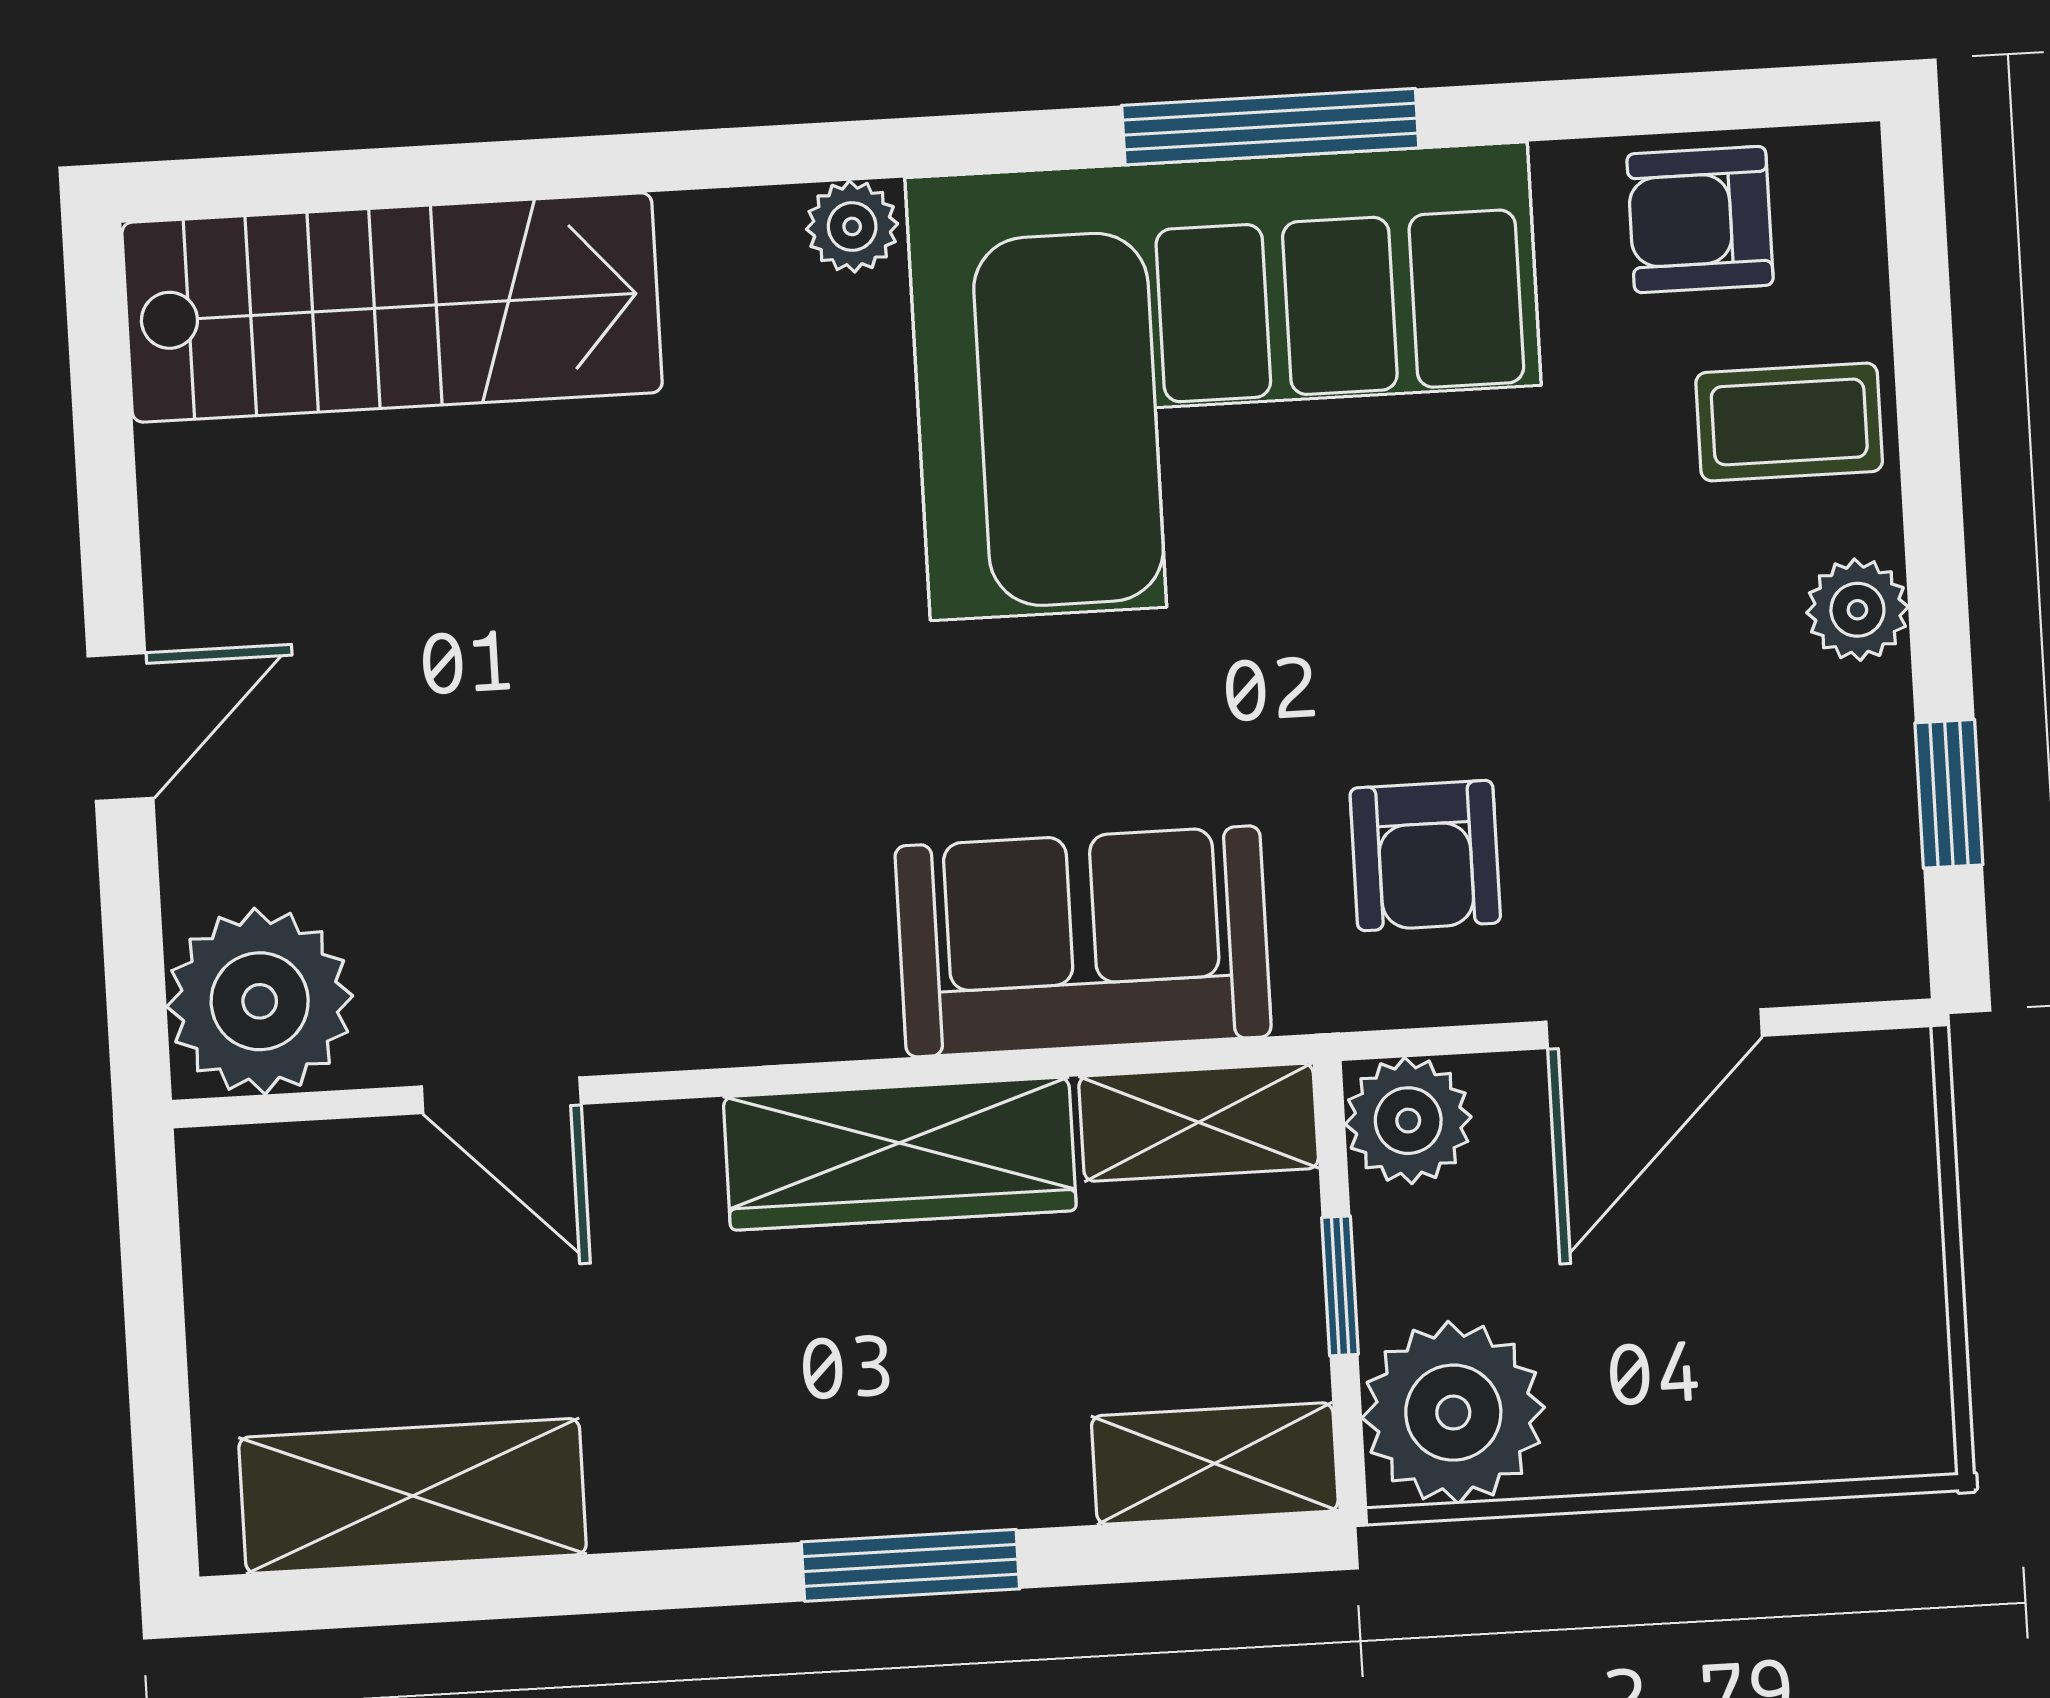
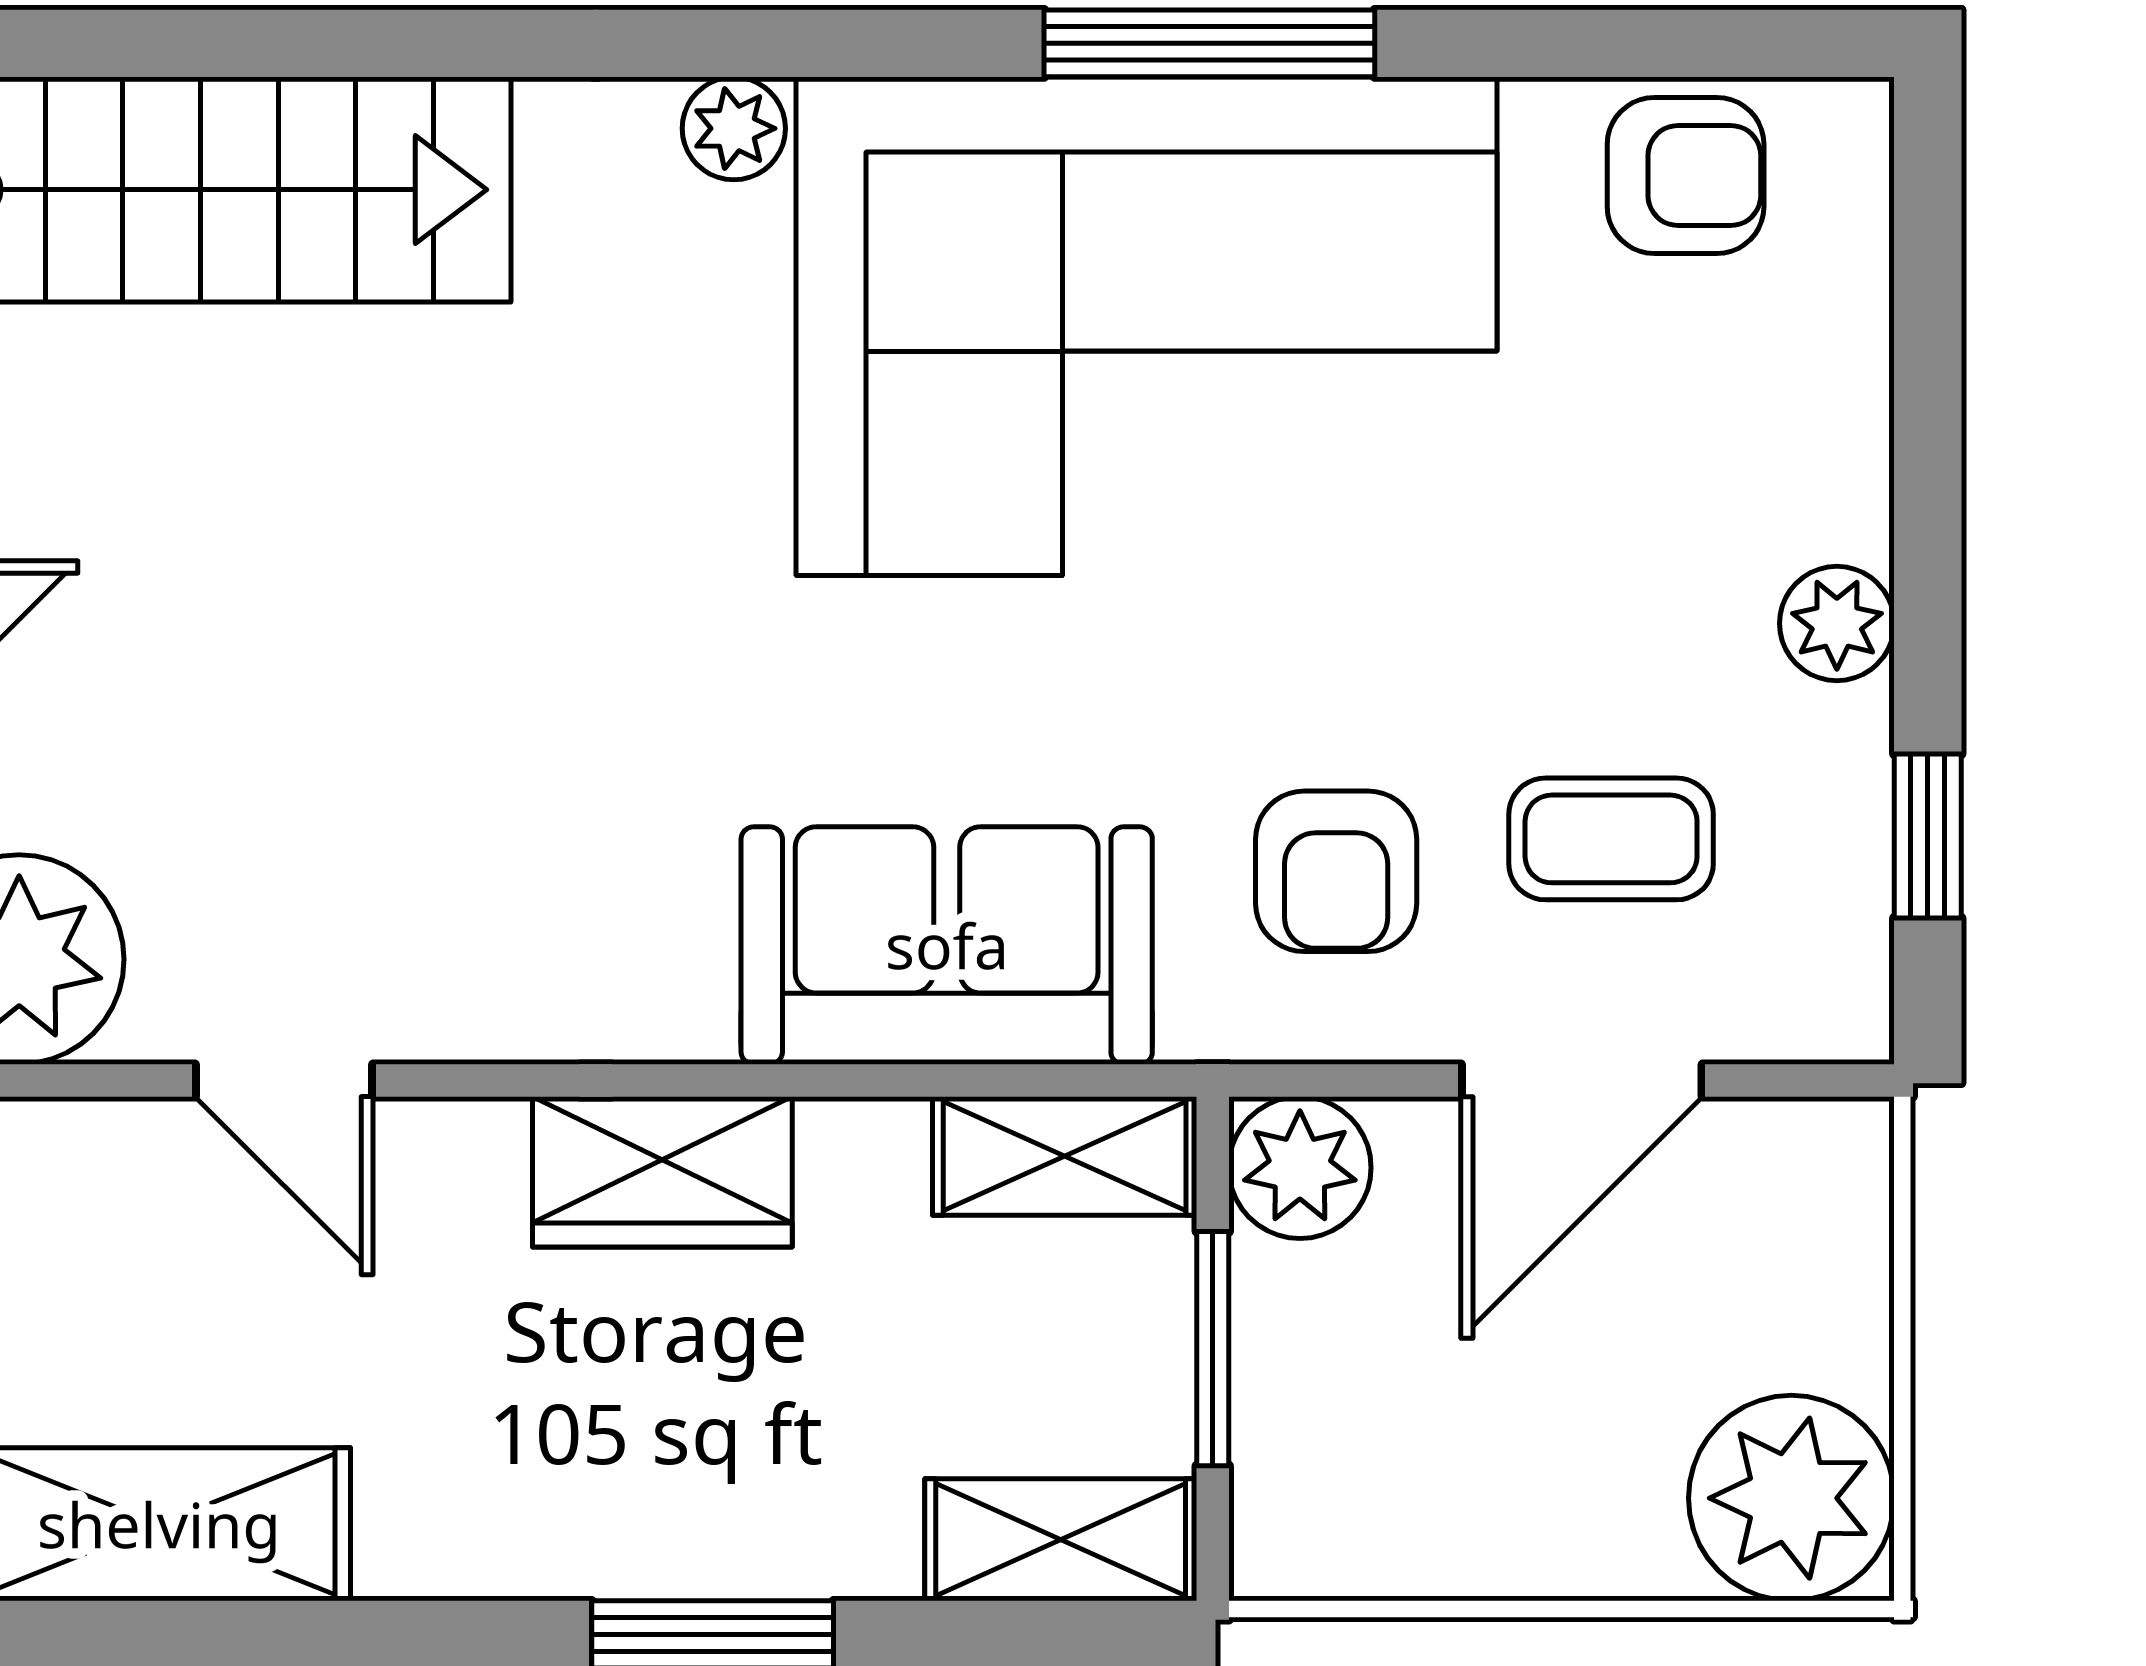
armchair: (1700, 220) -> (1686, 175), turned 180
coffee table: (1789, 422) -> (1611, 839), moved
wardrobe: (900, 1154) -> (662, 1172), width x0.67
window: (1340, 1286) -> (1213, 1349), width x1.50
plant: (1453, 1413) -> (1791, 1498), moved

